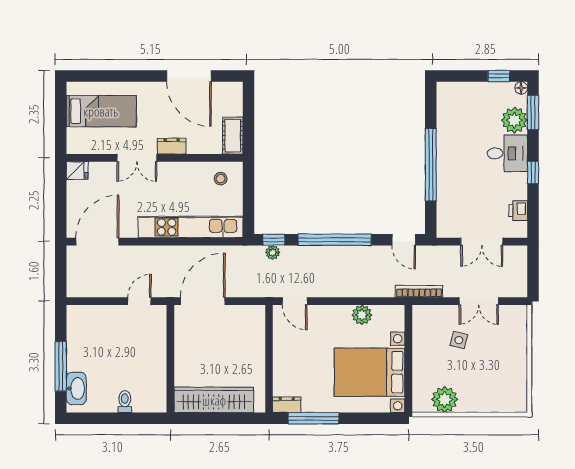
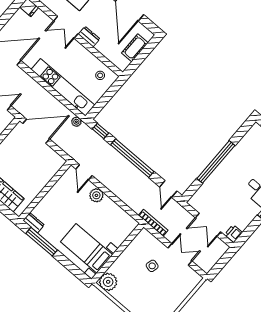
cot: (233, 136) -> (135, 48), moved
printer: (518, 211) -> (234, 234), moved
plant: (273, 252) -> (76, 122), moved
double door: (479, 301) -> (180, 254), swing flipped
plant: (362, 315) -> (96, 195), moved
bed with nightstands: (370, 372) -> (87, 248), width x0.73
plant: (445, 400) -> (108, 282), moved

